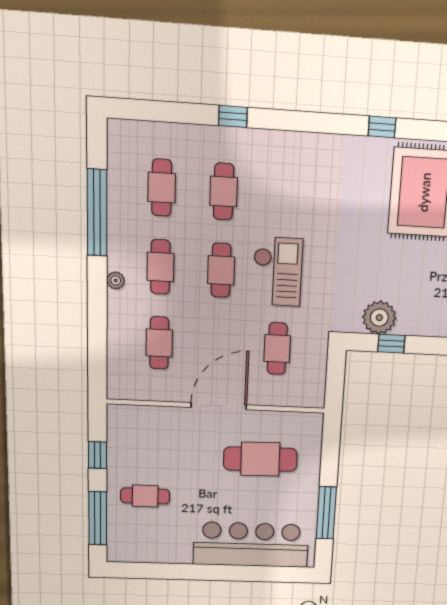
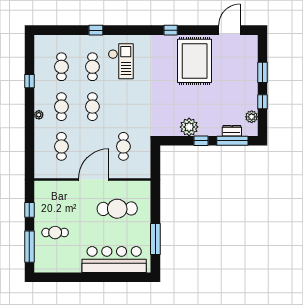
window: (97, 213) -> (29, 81), width x0.32
checkout: (277, 272) -> (121, 61), moved
plant: (379, 318) -> (189, 127), moved
window: (391, 344) -> (201, 141), moved

